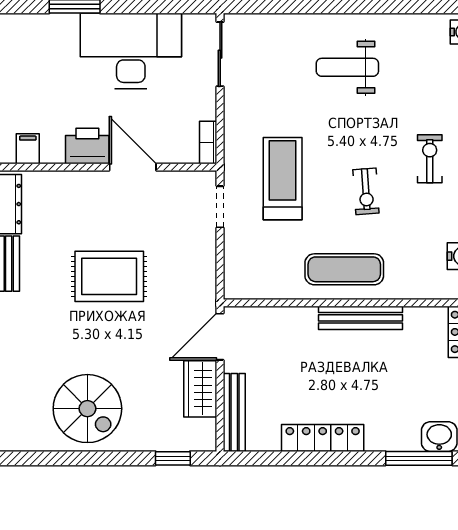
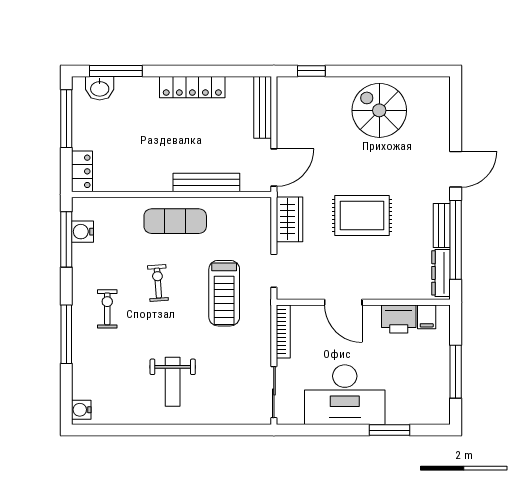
weight bench: (347, 67) -> (173, 382), turned 90
bookcase: (208, 142) -> (283, 331), width x1.56
printer: (87, 146) -> (399, 319), moved
exercise bike: (430, 159) -> (107, 309), turned 180
bench: (361, 318) -> (206, 183), moved
wardrobe: (200, 389) -> (290, 219), moved

